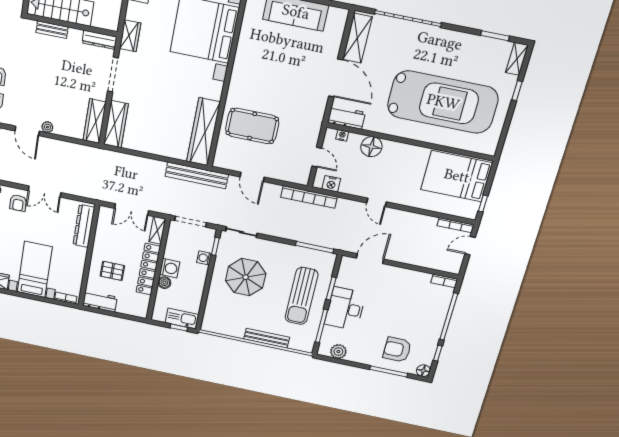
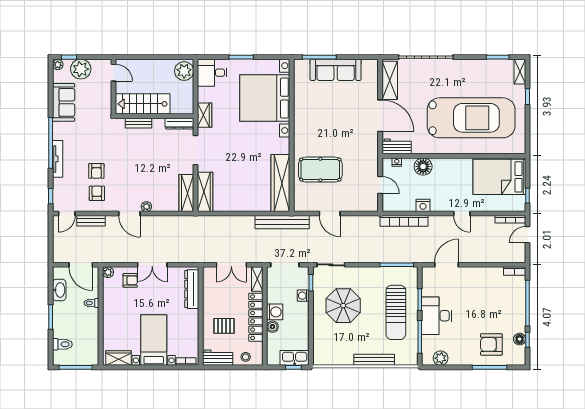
nightstand: (331, 184) -> (423, 205), moved
bookcase: (309, 197) -> (404, 221), moved
door: (377, 202) -> (462, 214), moved
armchair: (18, 203) -> (130, 280), turned -90
stool: (130, 307) -> (246, 357), added
floor lamp: (423, 371) -> (520, 339), moved

